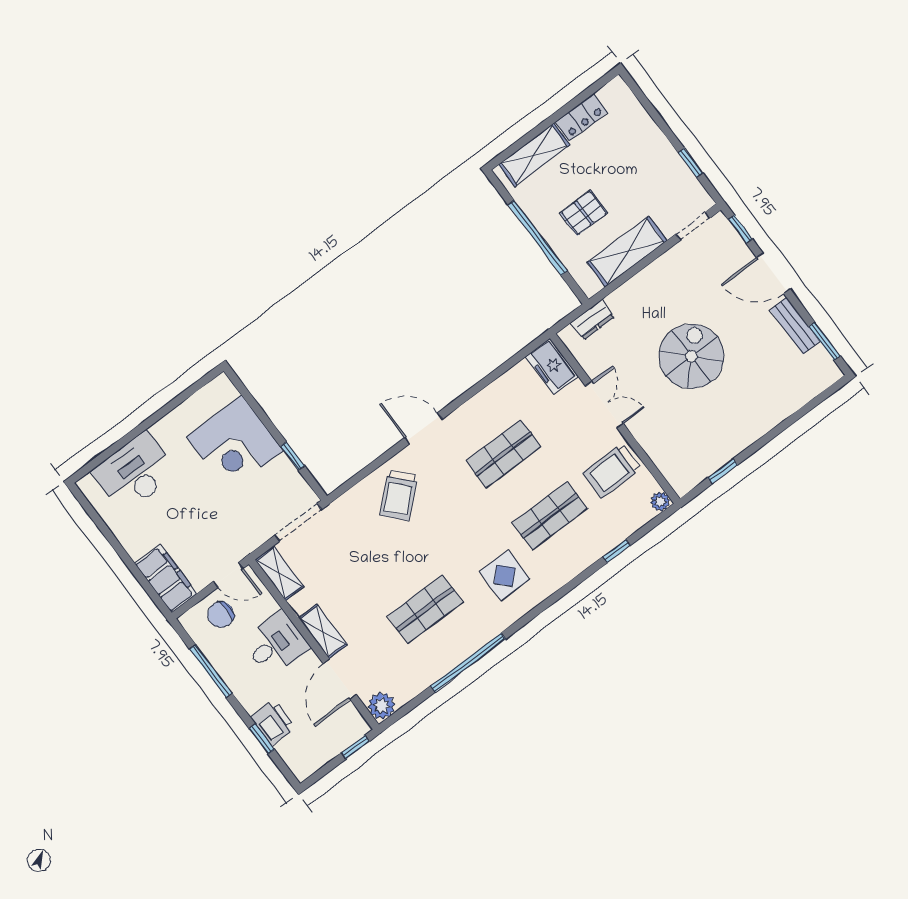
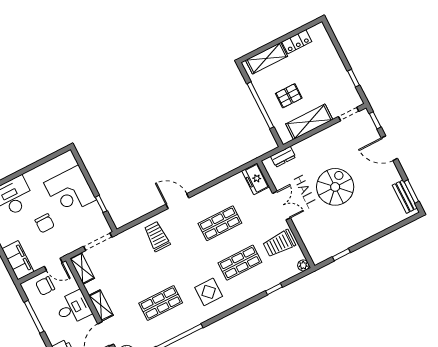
bench: (795, 326) -> (405, 197), moved
trolley: (399, 495) -> (157, 236), turned 132
chair: (201, 507) -> (45, 223), added

